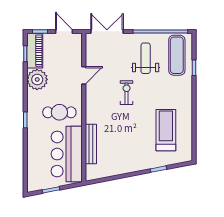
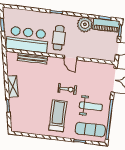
door: (84, 75) -> (71, 58), moved
treadmill: (166, 130) -> (58, 116), moved, turned -90
shelving: (132, 166) -> (13, 87), added

